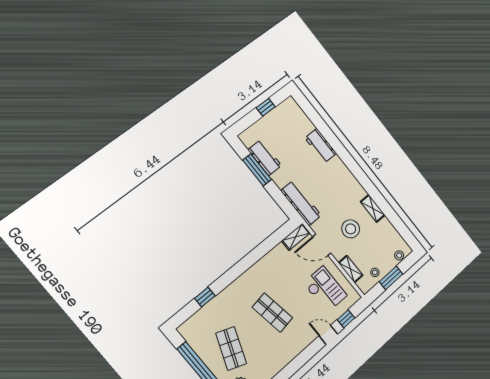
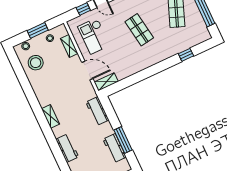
workbench: (301, 203) -> (97, 111), width x0.73
shelving: (373, 208) -> (50, 116), moved
stool: (351, 229) -> (36, 63), moved

